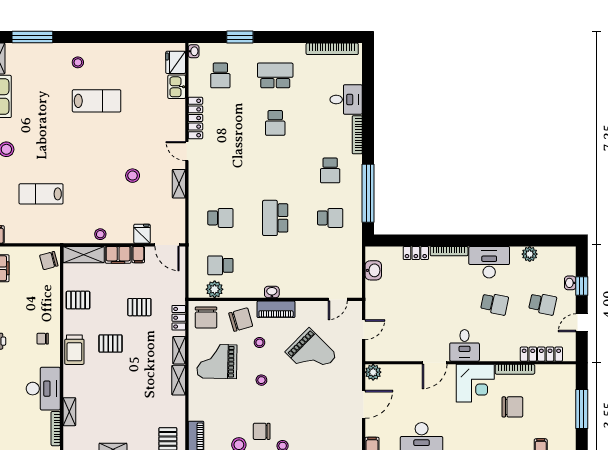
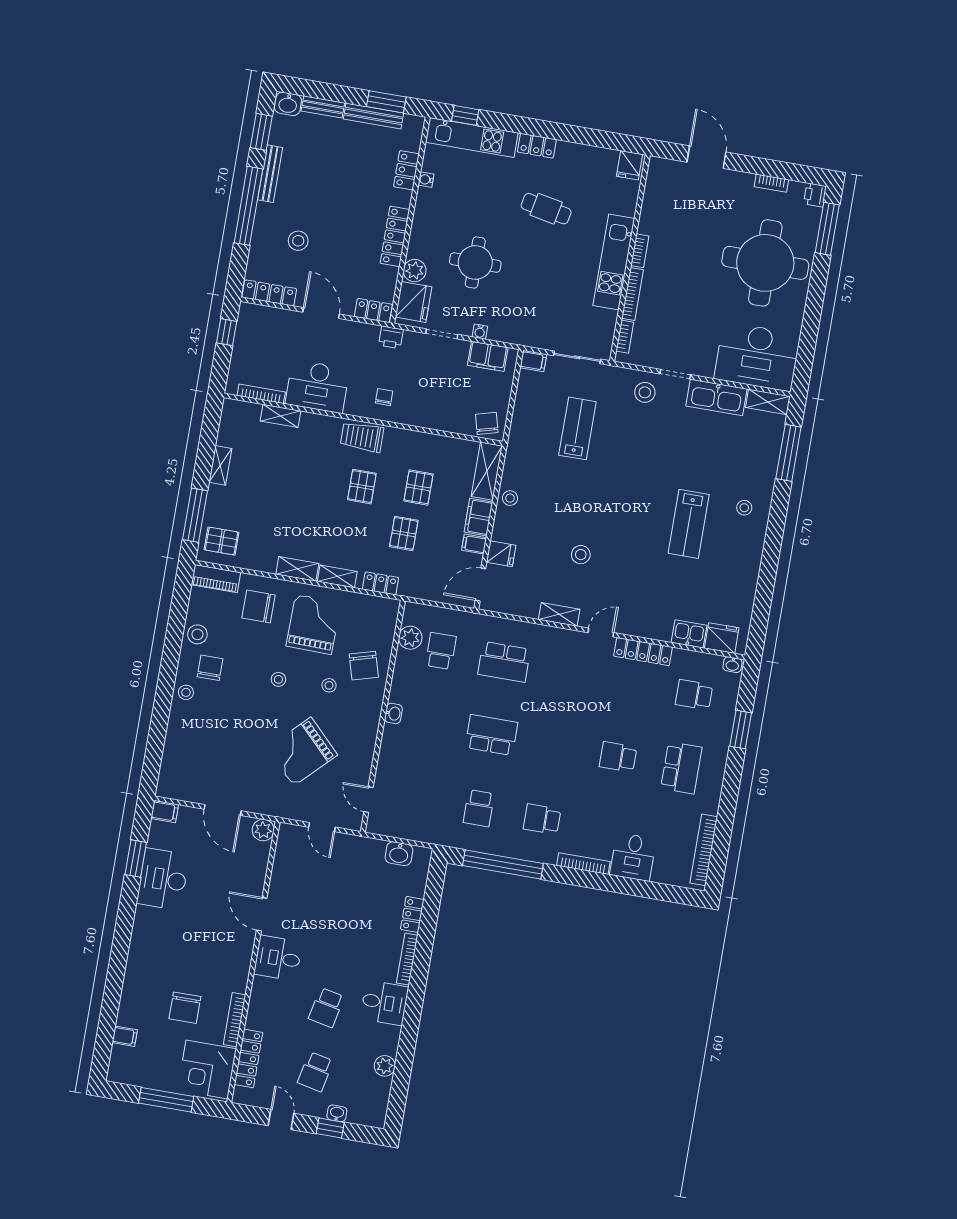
school desk: (220, 218) -> (504, 662), width x1.85
desk: (489, 262) -> (384, 1003), width x0.73
pallet: (78, 300) -> (418, 488), moved
piano: (276, 309) -> (369, 715), removed
chair: (206, 317) -> (259, 607), moved
corner desk: (475, 383) -> (207, 1069), moved

